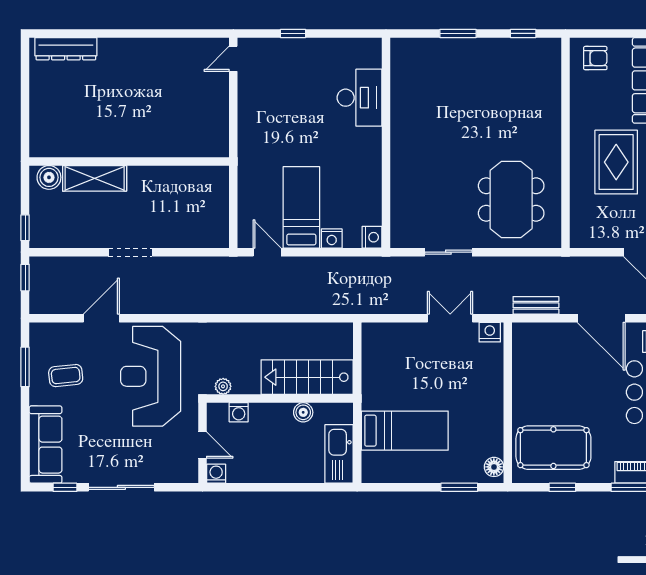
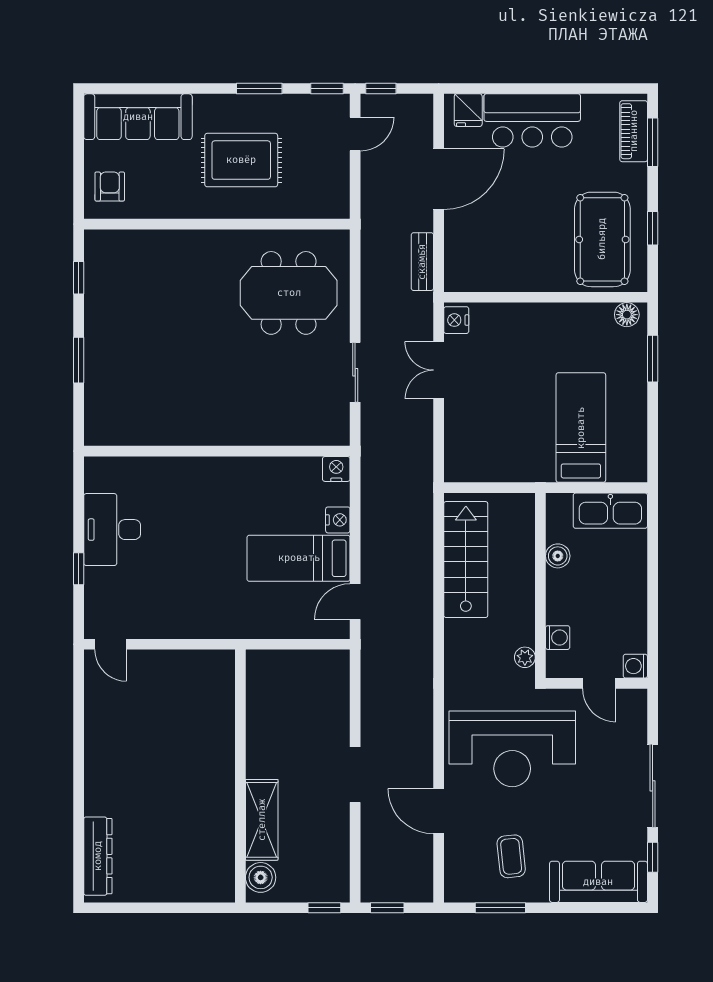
desk: (360, 98) -> (112, 530), moved, turned -90
stairs: (307, 377) -> (466, 560), moved, turned 180
door: (202, 445) -> (599, 683), swing flipped

